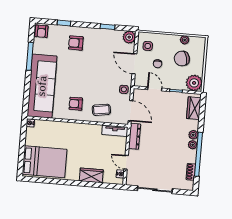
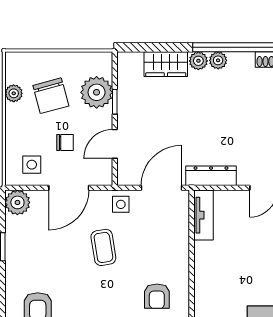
plant: (194, 83) -> (97, 92), moved
wardrobe: (194, 108) -> (166, 64), moved
coffee table: (101, 110) -> (103, 247), moved

